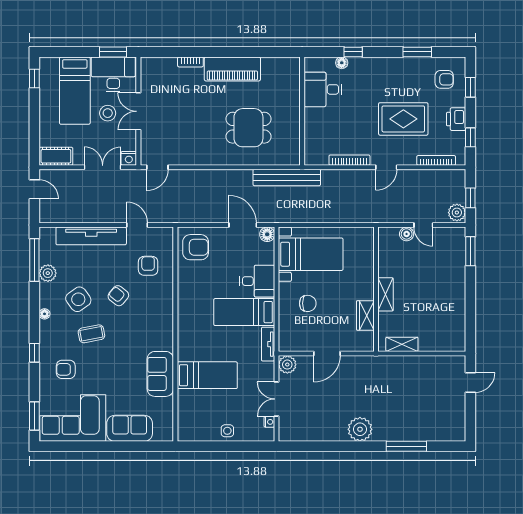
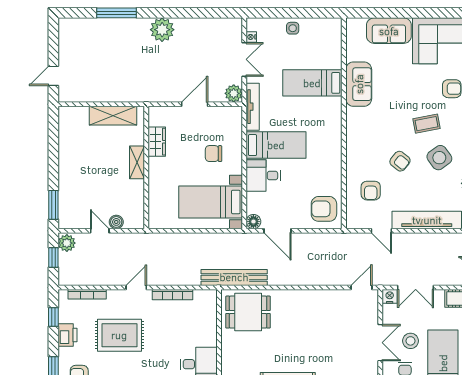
dining table: (248, 128) -> (248, 312), moved
tv unit: (268, 344) -> (253, 107), width x1.41
shelving: (402, 344) -> (113, 116), width x1.50, depth x1.33

